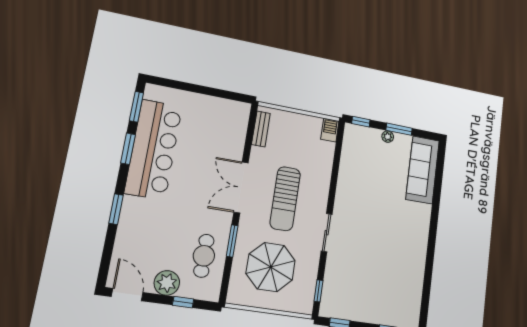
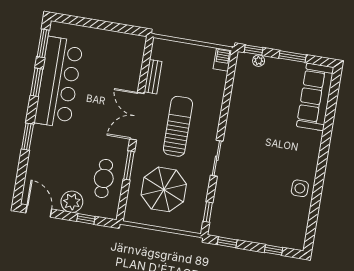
bench: (261, 129) -> (153, 77), moved
plant: (388, 137) -> (259, 61), moved
sun lounger: (285, 199) -> (178, 126), turned 180
side table: (412, 263) -> (300, 188), added

